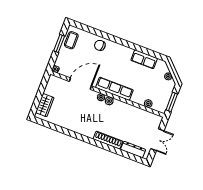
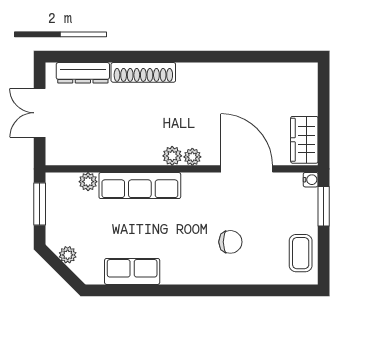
window: (59, 43) -> (324, 206), moved
chair: (100, 45) -> (230, 242), moved
door: (80, 84) -> (247, 169), swing flipped
row of seats: (114, 89) -> (140, 186), moved
wardrobe: (45, 105) -> (304, 140), moved

